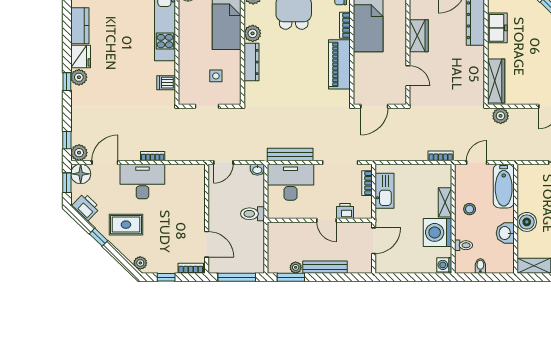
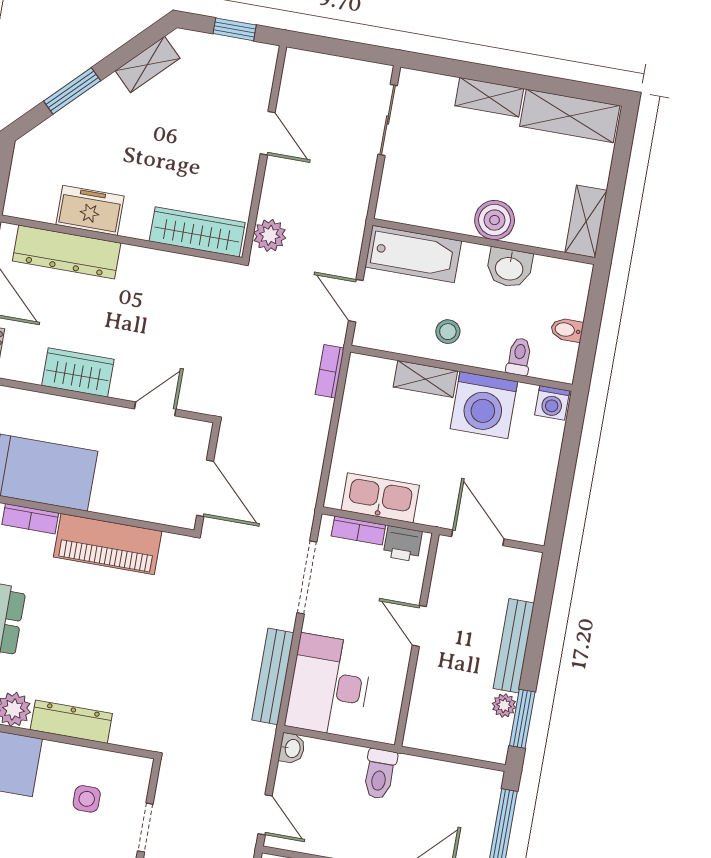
printer: (345, 211) -> (403, 544), moved, turned -90
door: (327, 220) -> (419, 626), swing flipped

